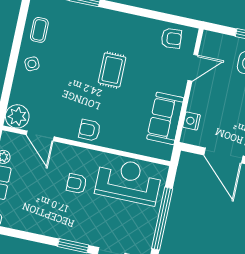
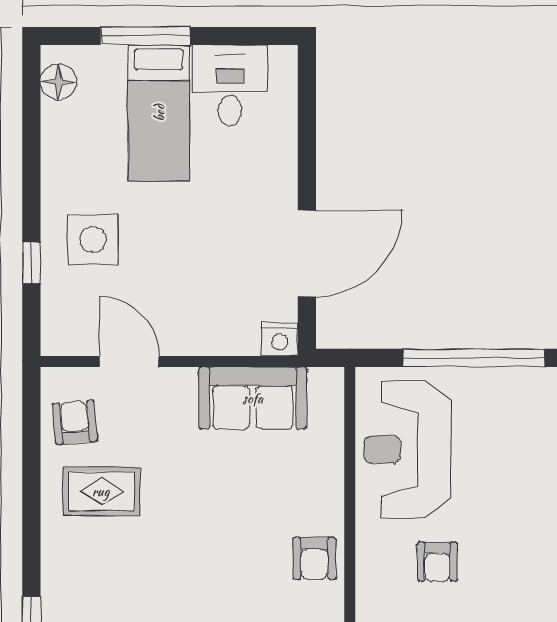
rug: (112, 70) -> (101, 491), moved
nightstand: (192, 121) -> (280, 339), moved

